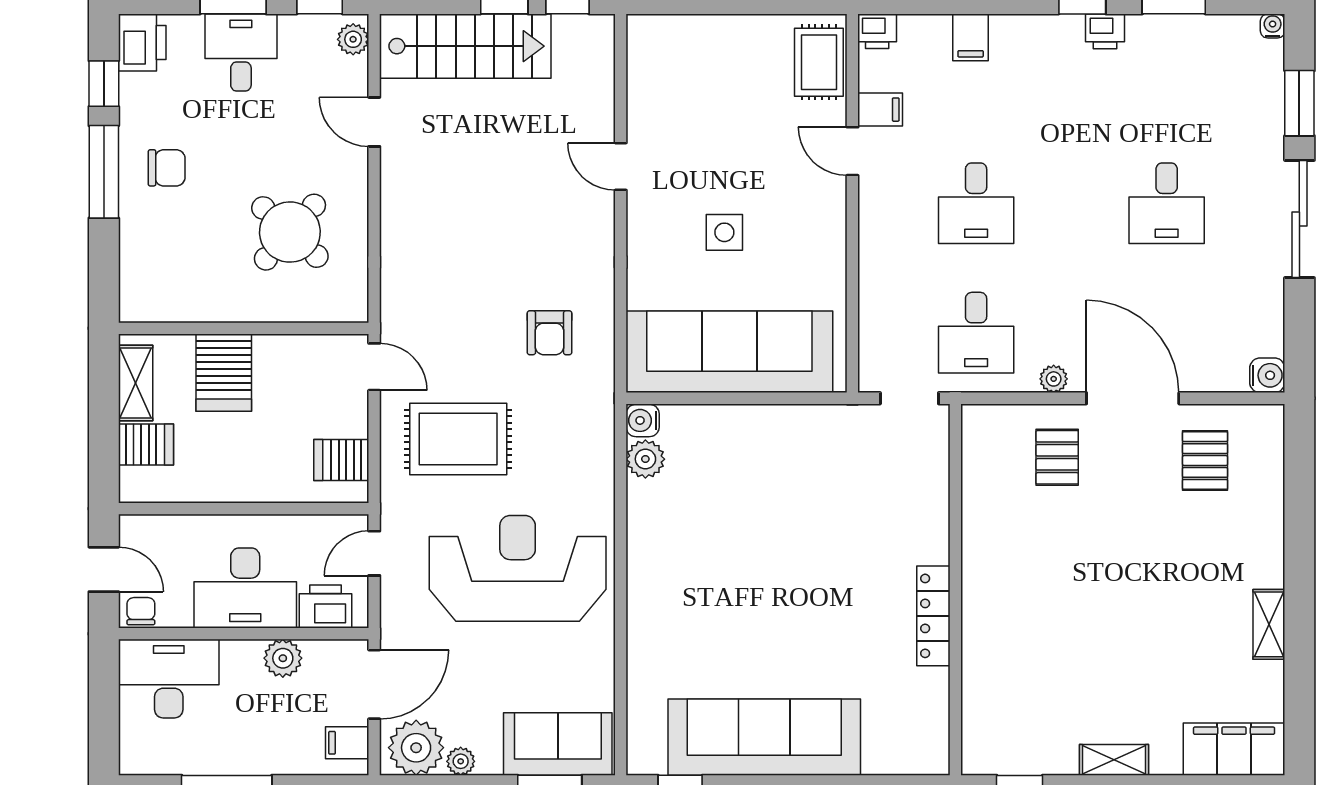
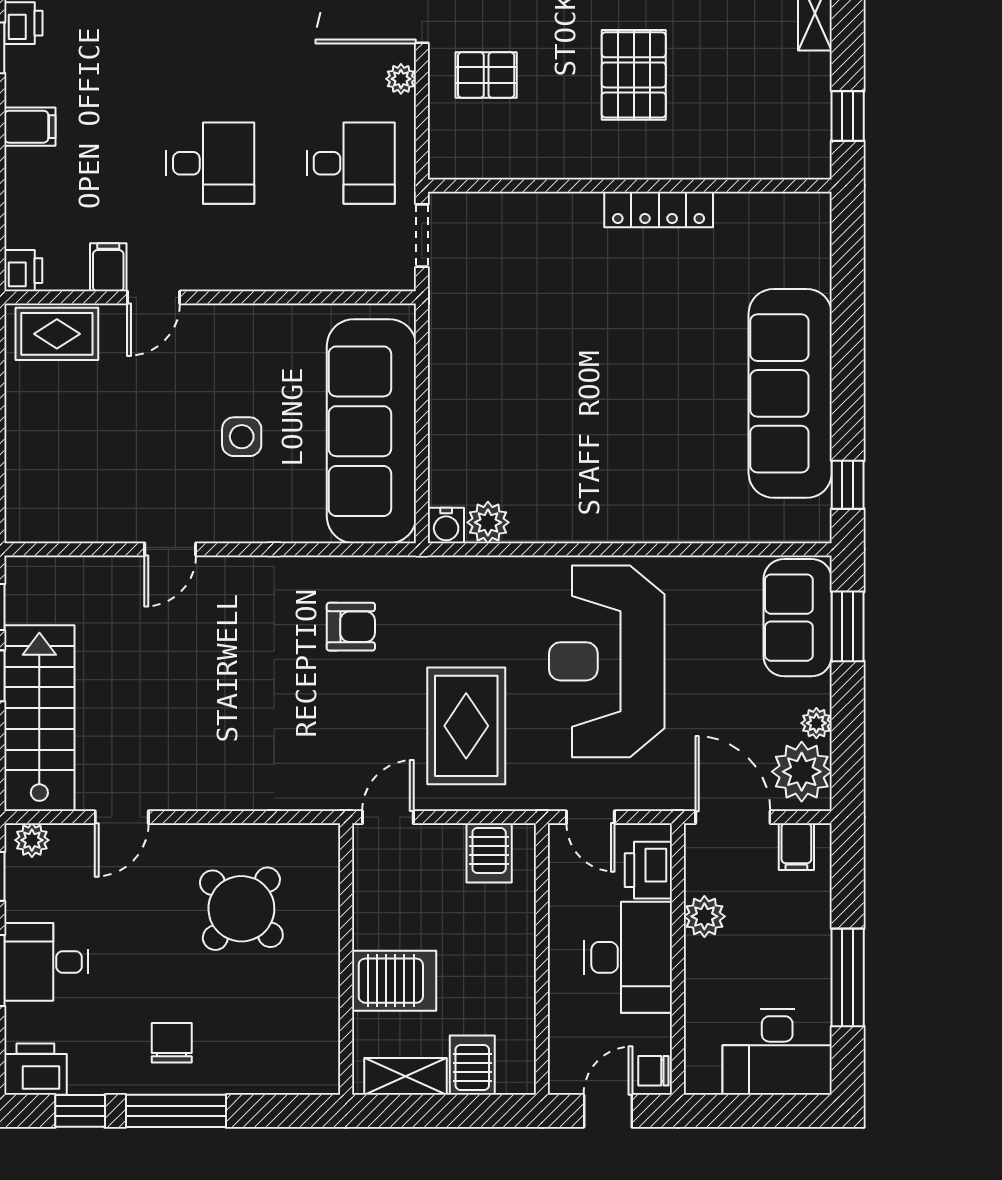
filing cabinet: (971, 37) -> (30, 127), moved
pallet: (1057, 593) -> (634, 75), added
desk: (169, 679) -> (777, 1052), moved, turned -90

